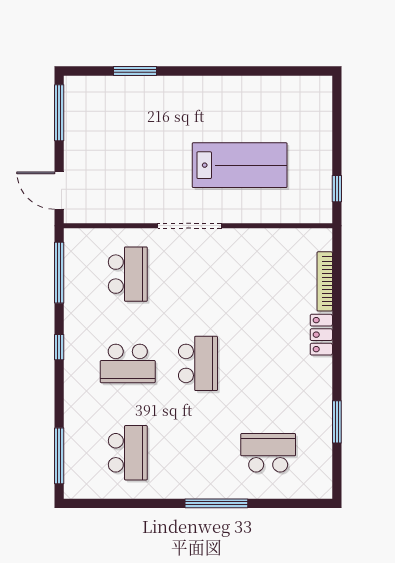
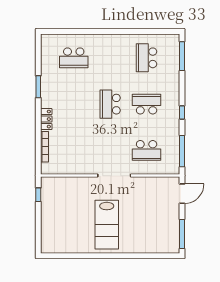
window: (135, 71) -> (143, 256), removed
lab bench: (240, 165) -> (107, 225), moved, turned -90
door: (59, 191) -> (182, 194), hinge flipped
school desk: (128, 274) -> (147, 150), turned -90
window: (337, 422) -> (38, 87), moved
window: (216, 503) -> (101, 32), removed

